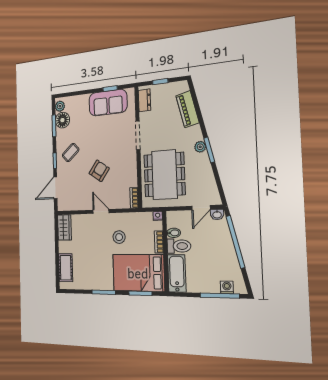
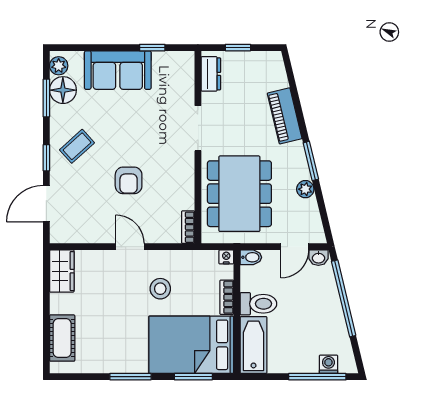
sofa: (108, 103) -> (118, 70), moved
piano: (187, 109) -> (285, 116), moved
plant: (200, 147) -> (305, 189), moved
armchair: (99, 171) -> (129, 180), turned 145
bidet: (174, 233) -> (251, 257), moved

